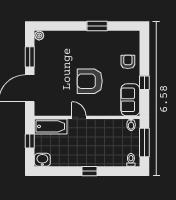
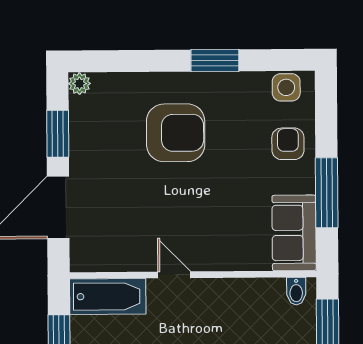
side table: (127, 38) -> (286, 87), added
armchair: (90, 81) -> (176, 133), moved, turned 180
window: (144, 83) -> (327, 193), width x2.17

